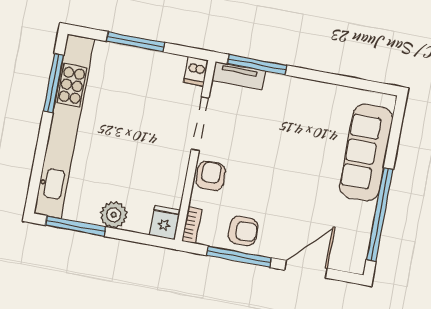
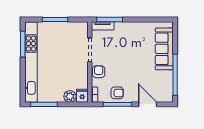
dishwasher: (196, 71) -> (84, 27), removed
plant: (114, 215) -> (70, 96), moved
door: (306, 269) -> (148, 104), hinge flipped

